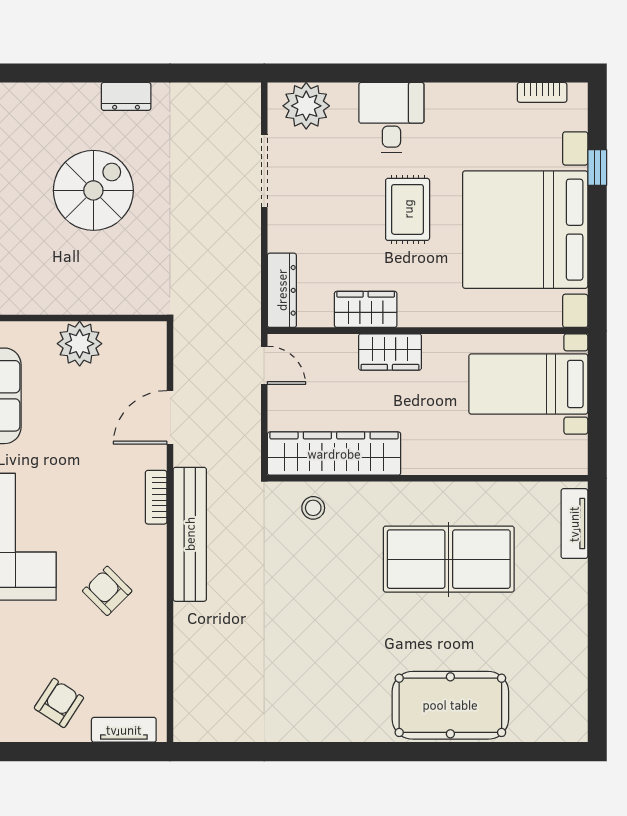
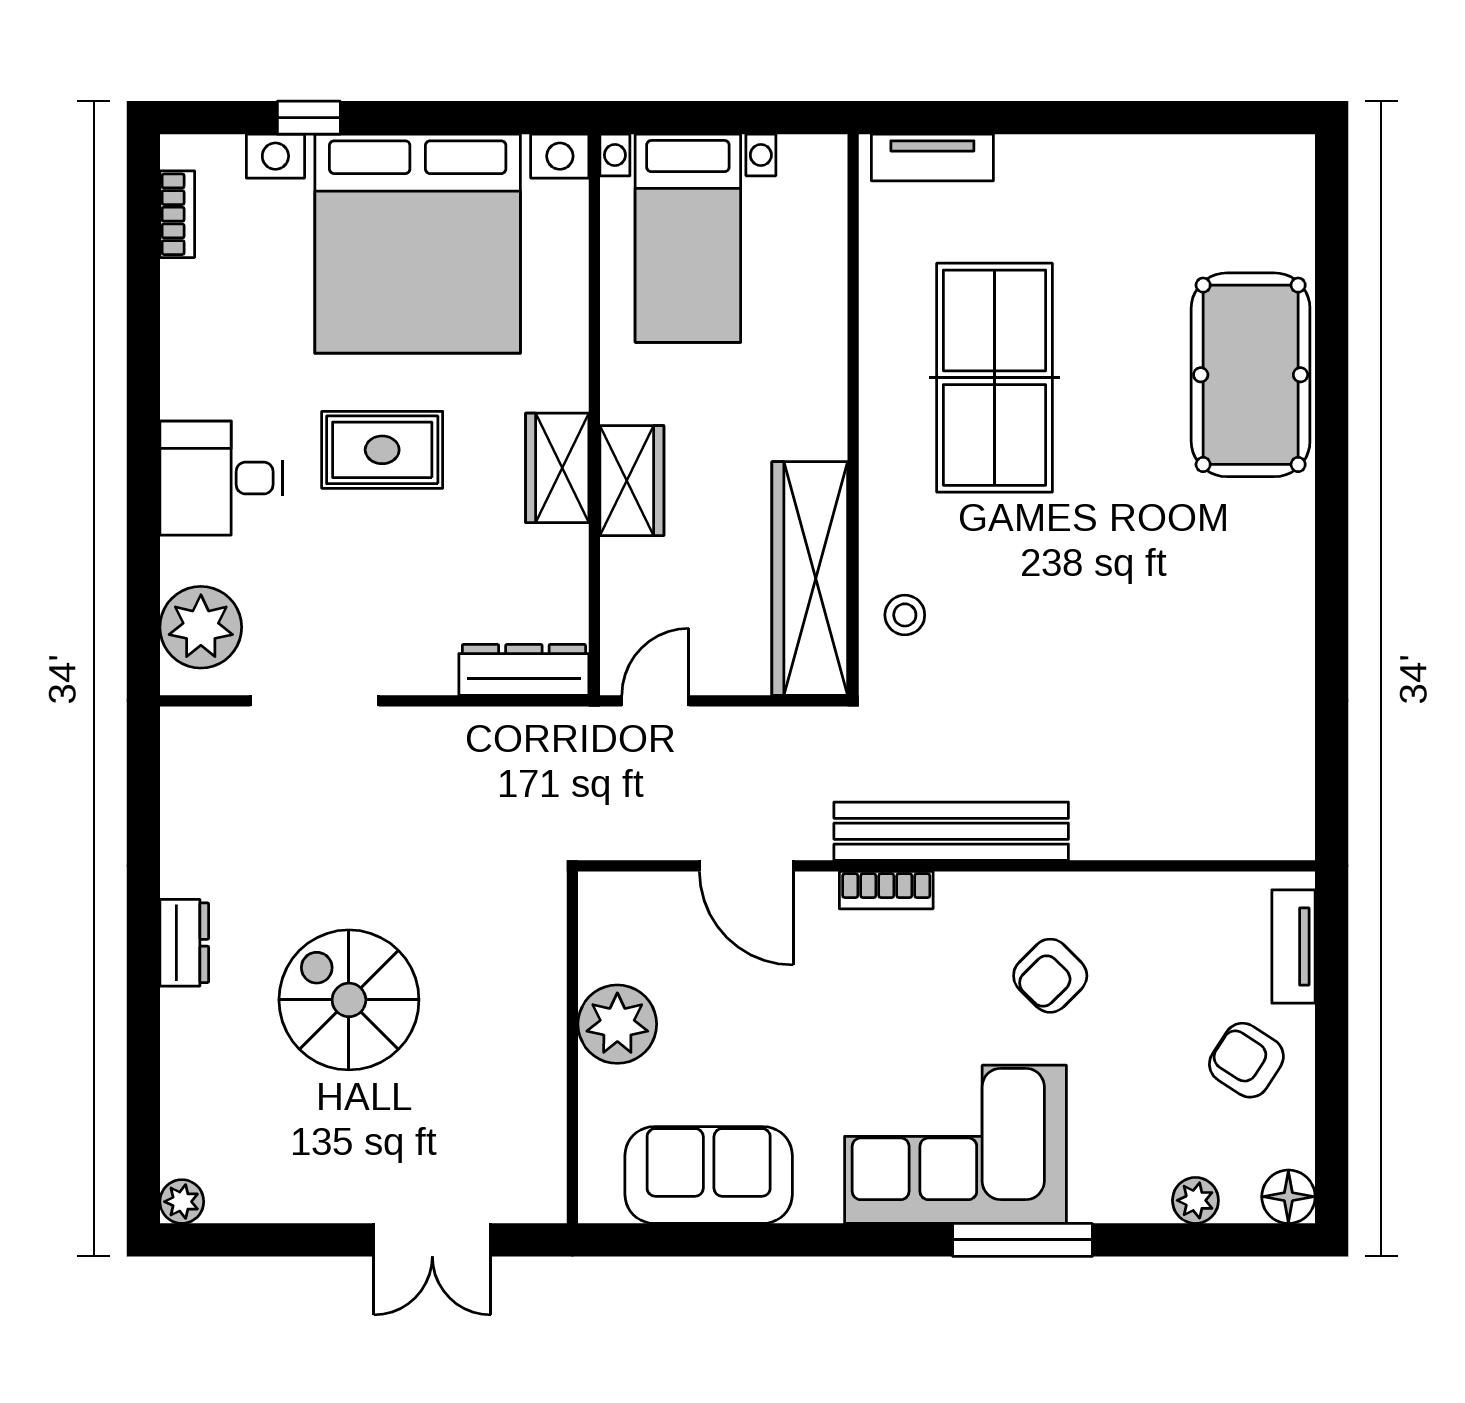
wardrobe: (366, 309) -> (557, 468), moved

